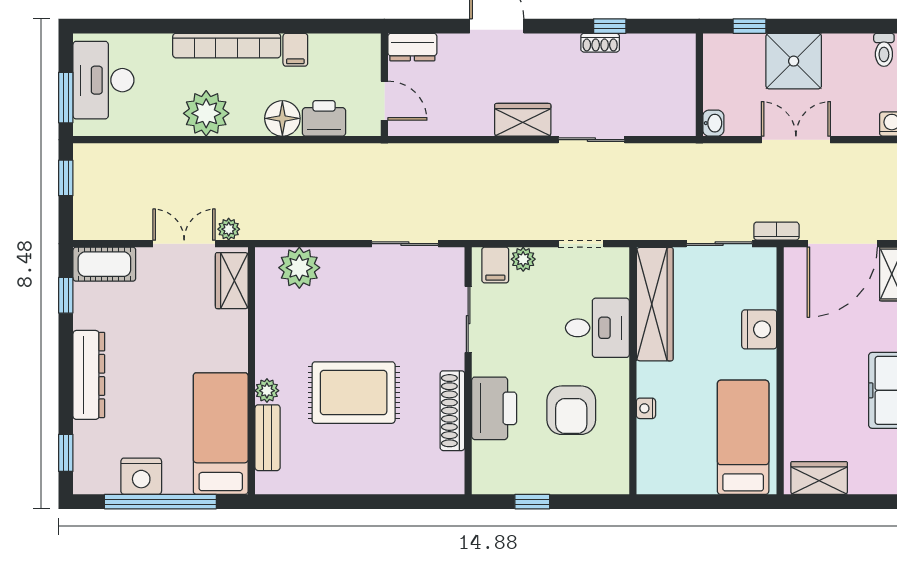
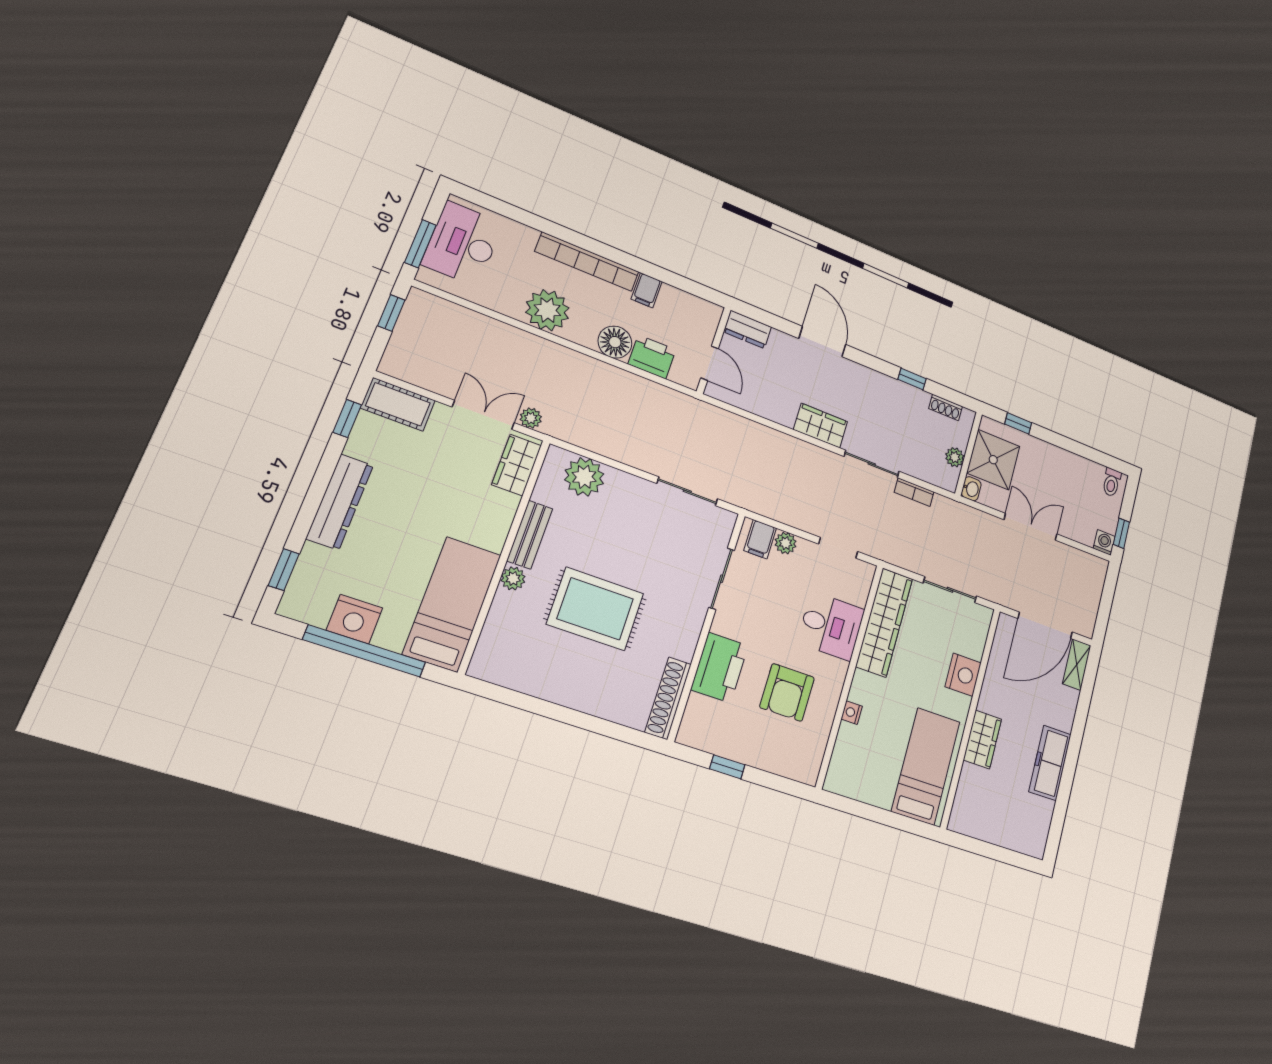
shoe rack: (600, 43) -> (946, 407), moved
shower: (794, 61) -> (993, 460), moved
plant: (684, 95) -> (955, 457), added
bookcase: (776, 231) -> (914, 492), moved, turned 180
shoe rack: (452, 411) -> (668, 698), moved
bench: (268, 438) -> (530, 535), moved
wardrobe: (819, 478) -> (982, 739), moved, turned 90

